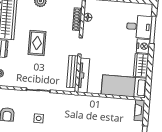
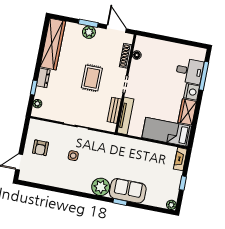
rug: (37, 43) -> (92, 78), moved
bench: (72, 72) -> (114, 110), width x0.73

